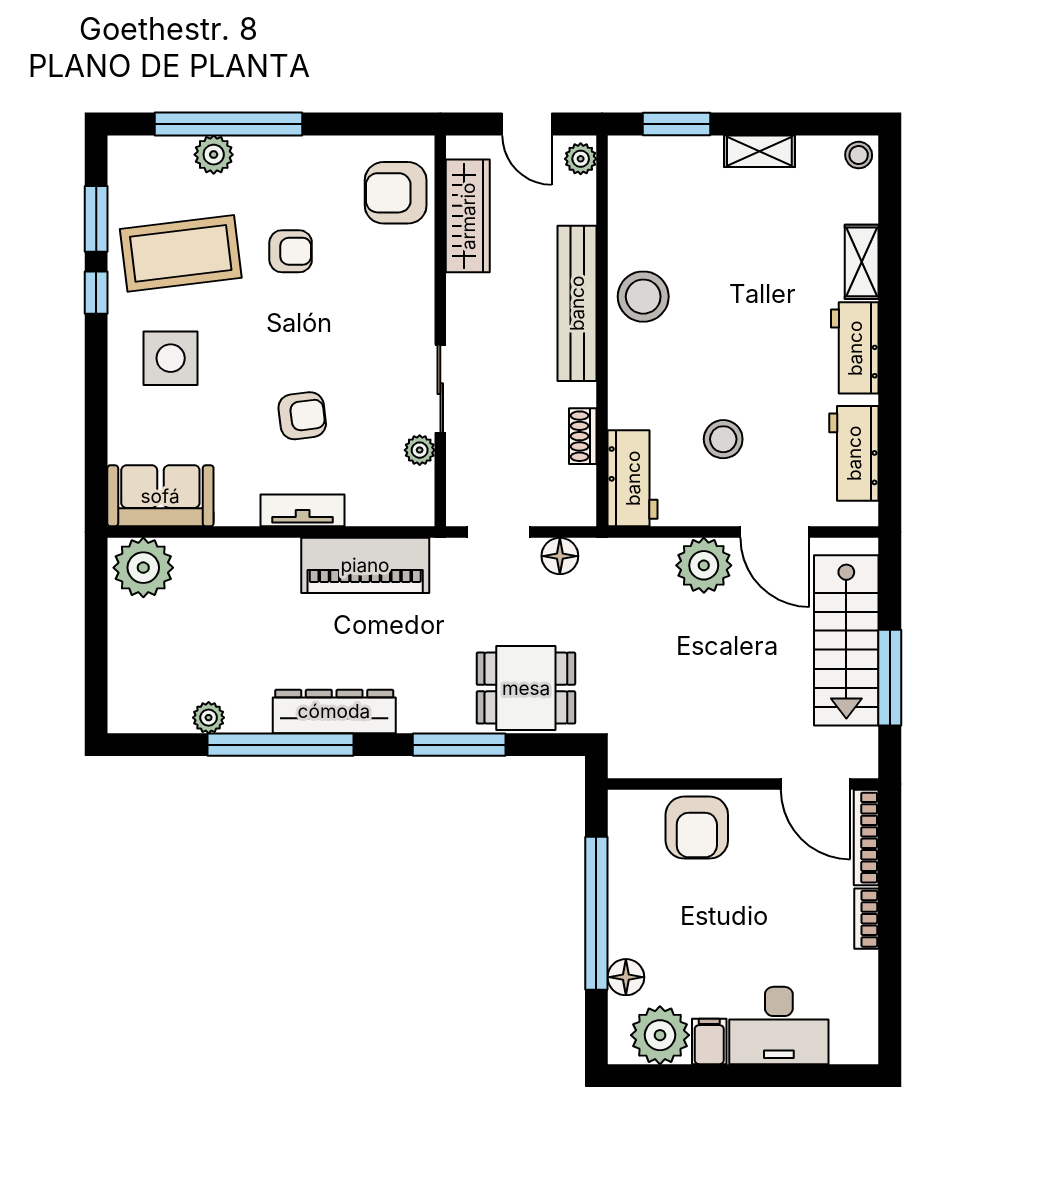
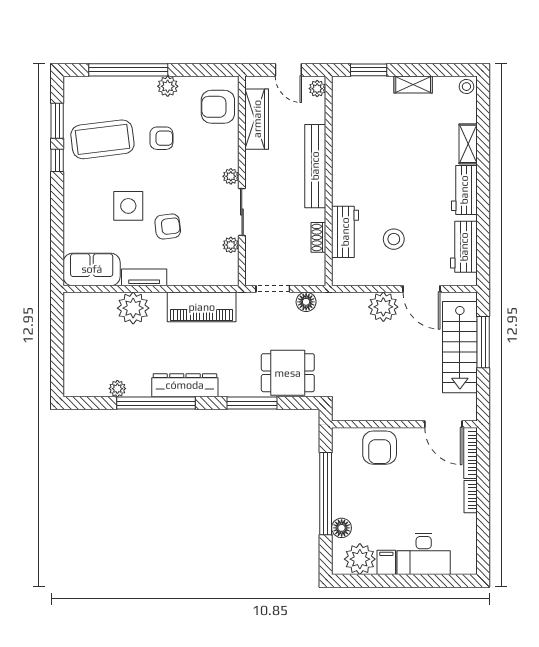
plant: (214, 155) -> (168, 86), moved
stool: (643, 297) -> (351, 163), removed
plant: (420, 322) -> (231, 176), added
side table: (171, 358) -> (128, 206), moved
workbench: (633, 478) -> (345, 232), moved
tv unit: (303, 510) -> (144, 277), moved
plant: (143, 568) -> (133, 308), moved
window: (890, 678) -> (483, 342), moved

